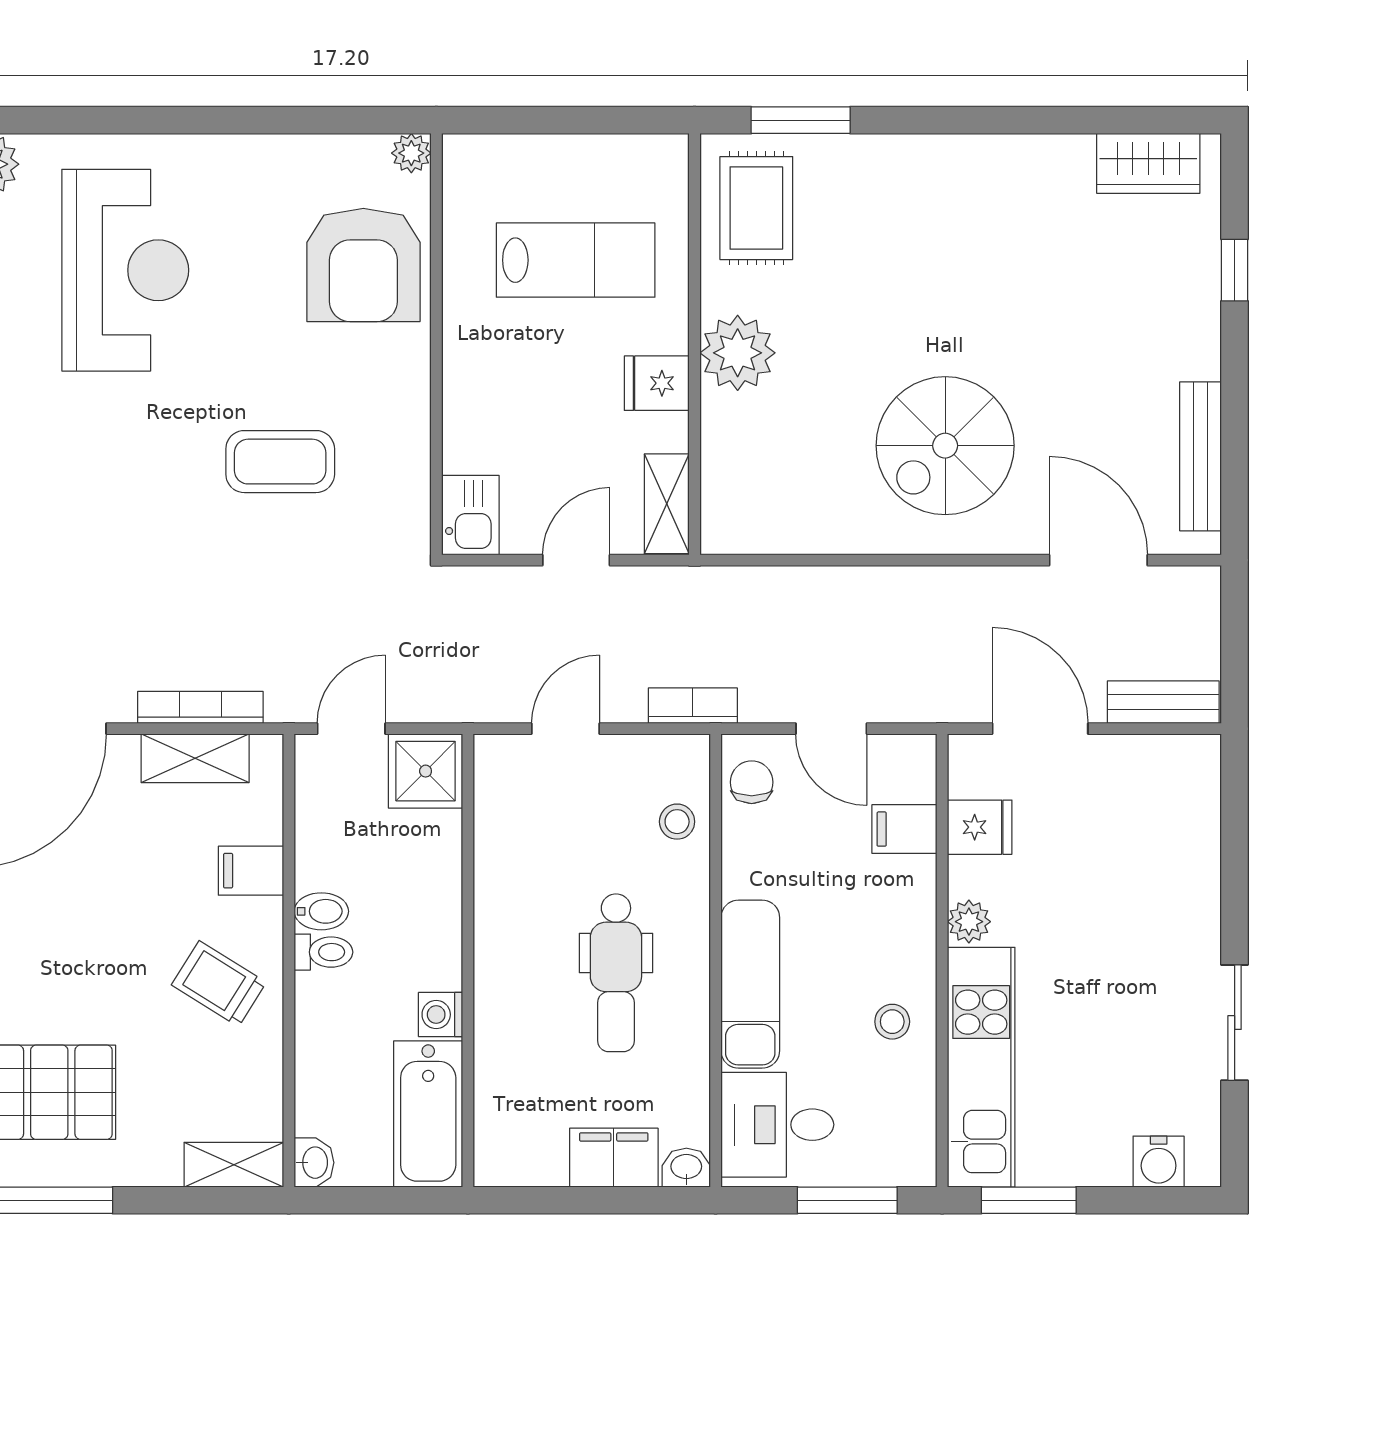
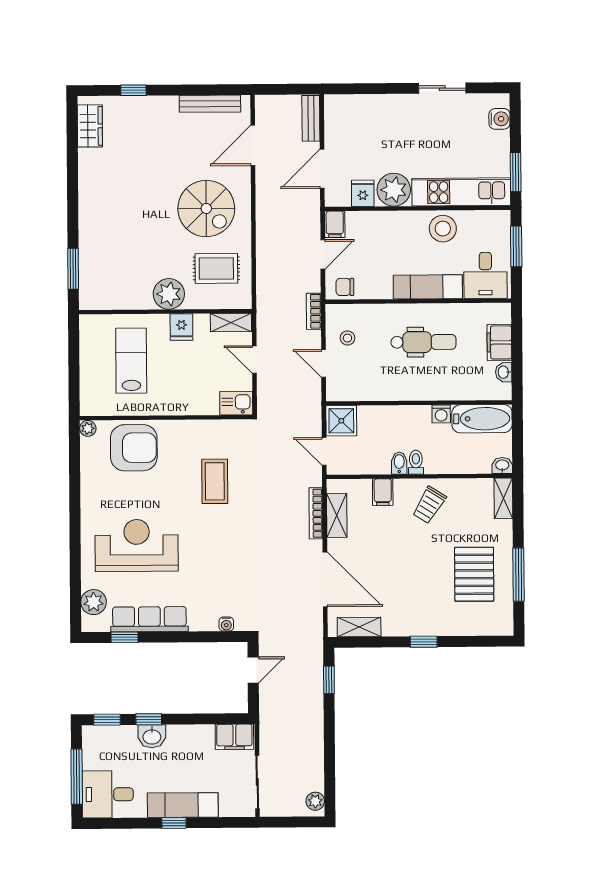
rug: (756, 208) -> (216, 268), moved
stool: (677, 822) -> (347, 338), moved
filing cabinet: (904, 829) -> (335, 224), moved
plant: (969, 922) -> (394, 190), width x1.87, depth x1.87
stool: (892, 1022) -> (443, 229), width x1.89, depth x1.89
washbasin: (686, 1168) -> (504, 372), moved

